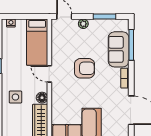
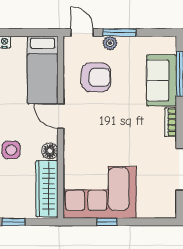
window: (104, 17) -> (120, 33), moved
armchair: (84, 68) -> (96, 77), moved

